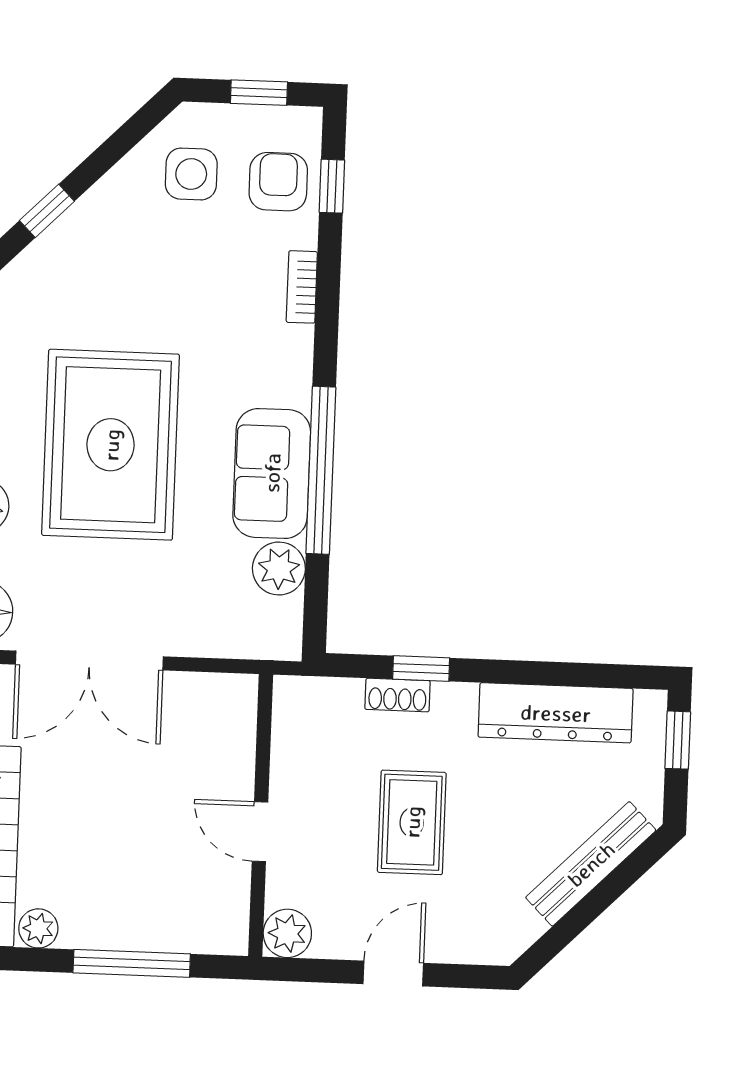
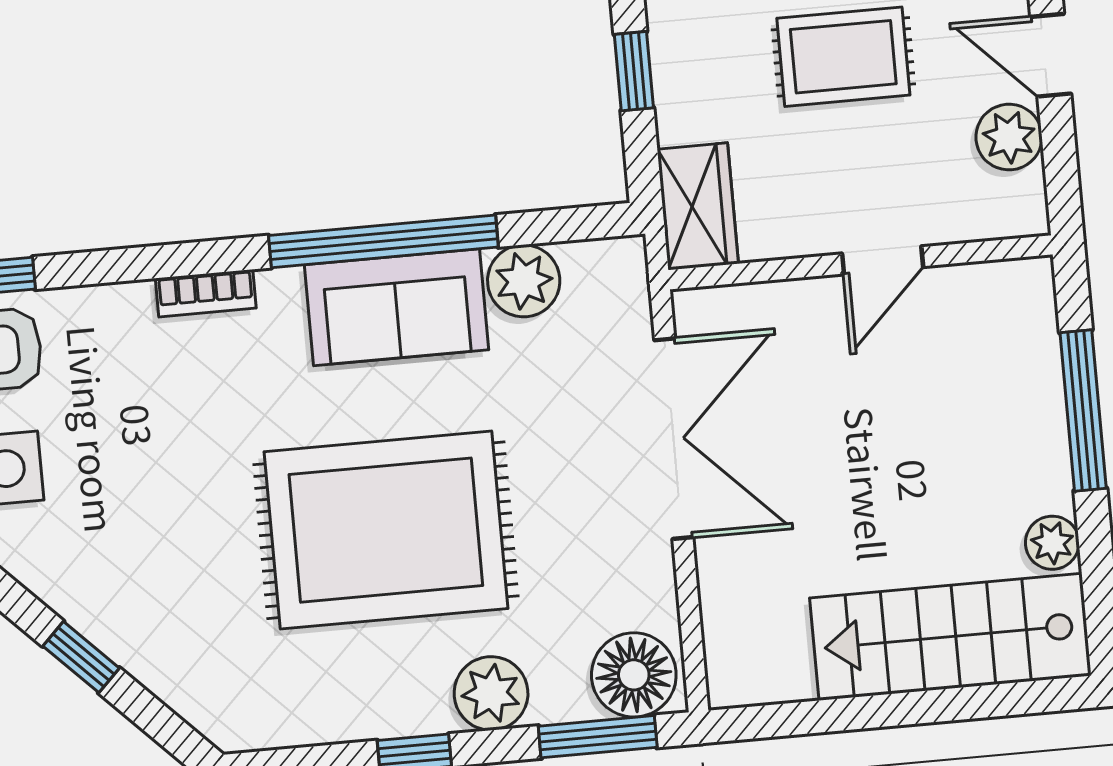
bookcase: (302, 287) -> (206, 293), moved
double door: (89, 660) -> (674, 439), moved
shoe rack: (398, 695) -> (674, 98), removed
wardrobe: (317, 702) -> (698, 206), added
plant: (287, 933) -> (1009, 137), moved

